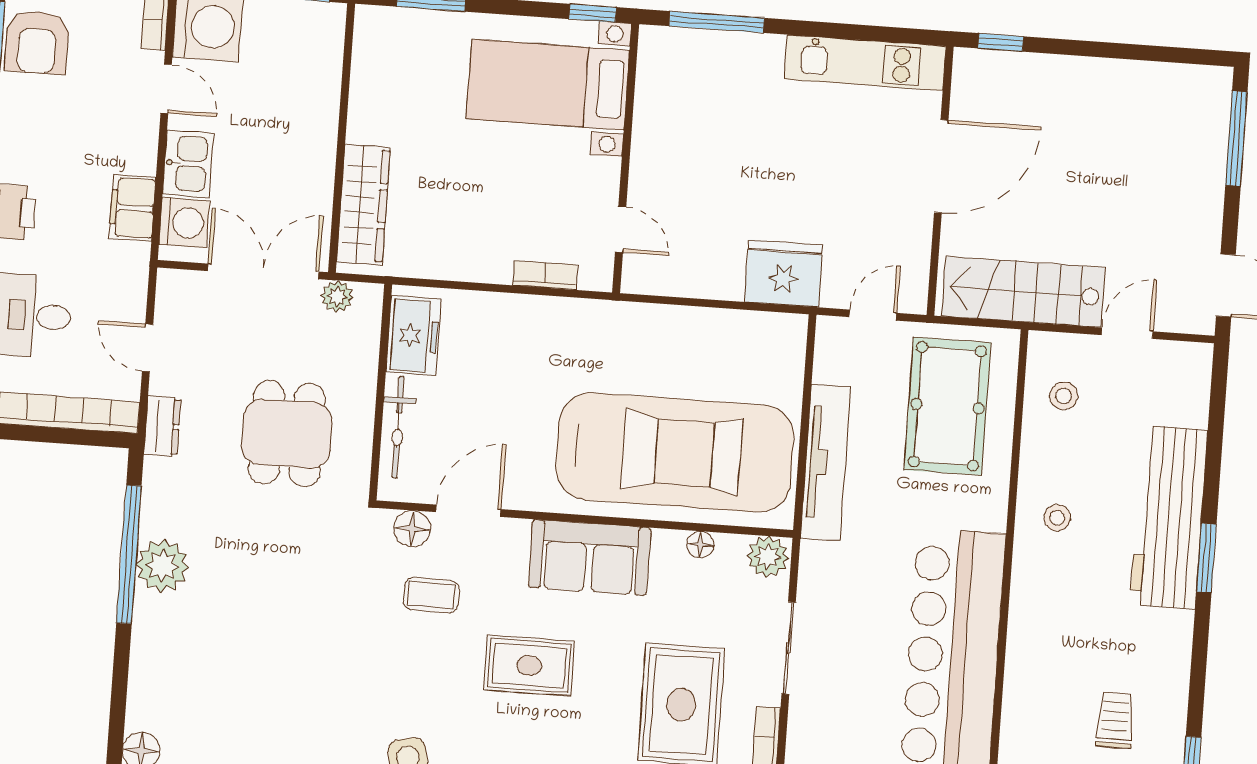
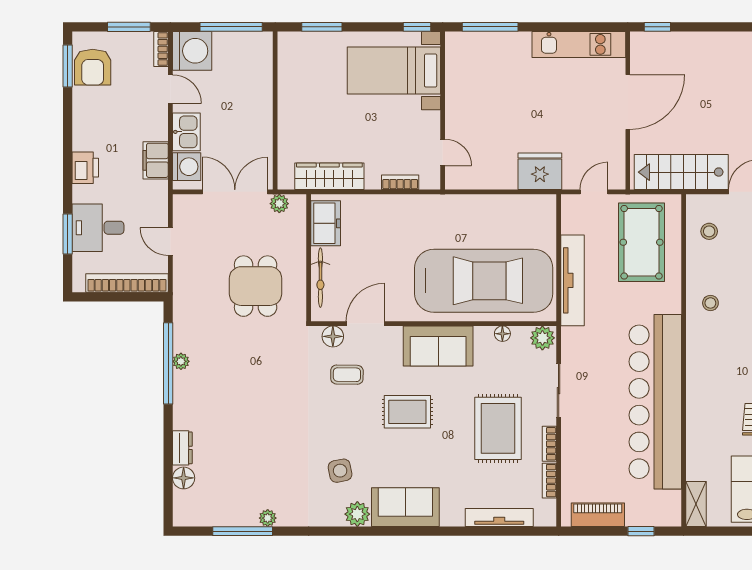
wardrobe: (363, 205) -> (329, 176), moved, turned -90
dresser: (162, 426) -> (182, 448), moved
plant: (163, 566) -> (181, 361), width x0.53, depth x0.53

